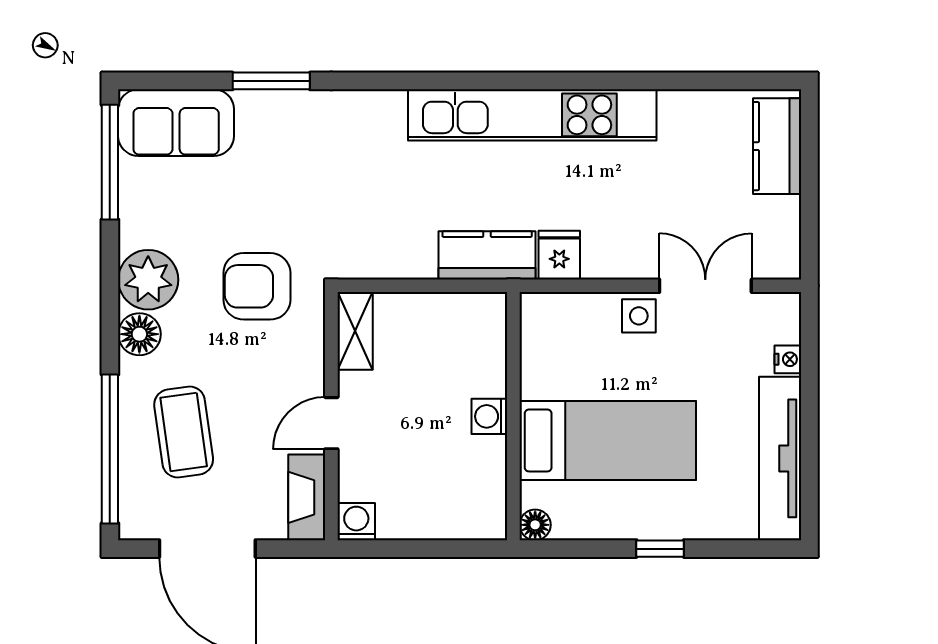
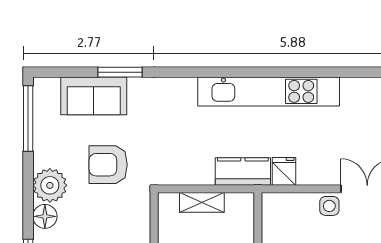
sofa: (176, 123) -> (94, 96), moved
armchair: (257, 286) -> (108, 165), moved
shelving: (355, 331) -> (202, 202), moved, turned 90

